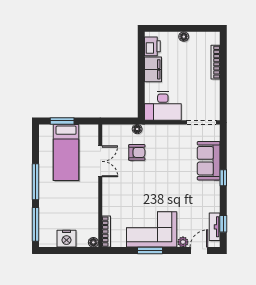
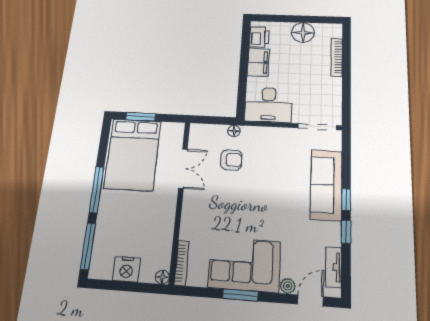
floor lamp: (184, 37) -> (303, 33), width x1.89, depth x1.89
bed: (66, 152) -> (133, 155), width x1.50
sofa: (209, 161) -> (326, 185), width x1.36
window: (223, 224) -> (346, 232), moved

